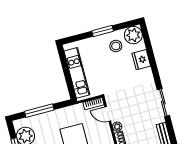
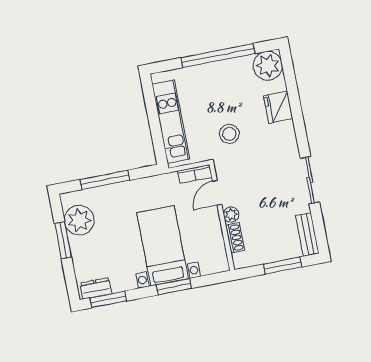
window: (103, 31) -> (218, 56), width x2.11
stool: (116, 46) -> (229, 134), moved
door: (108, 114) -> (217, 193), hinge flipped

